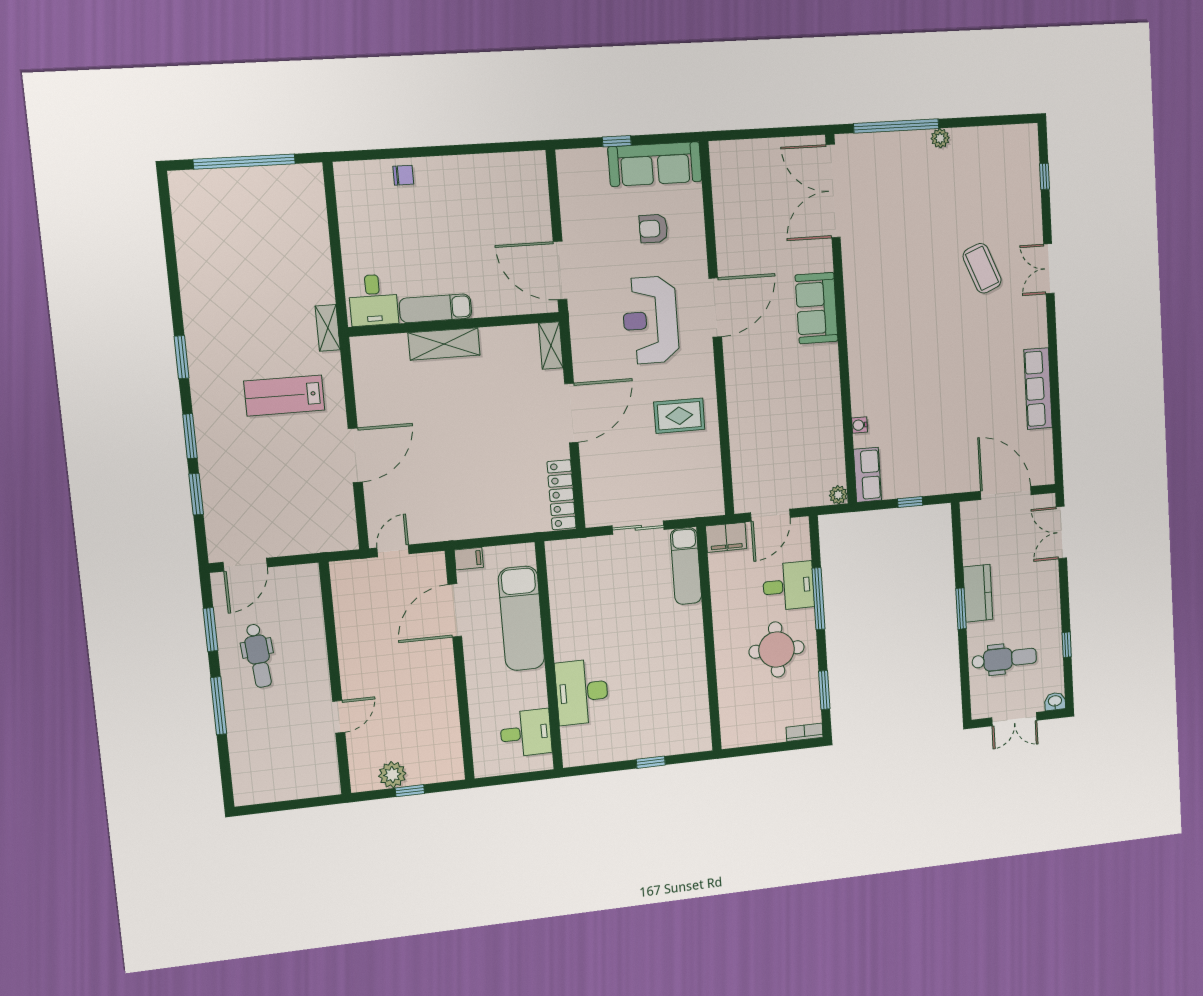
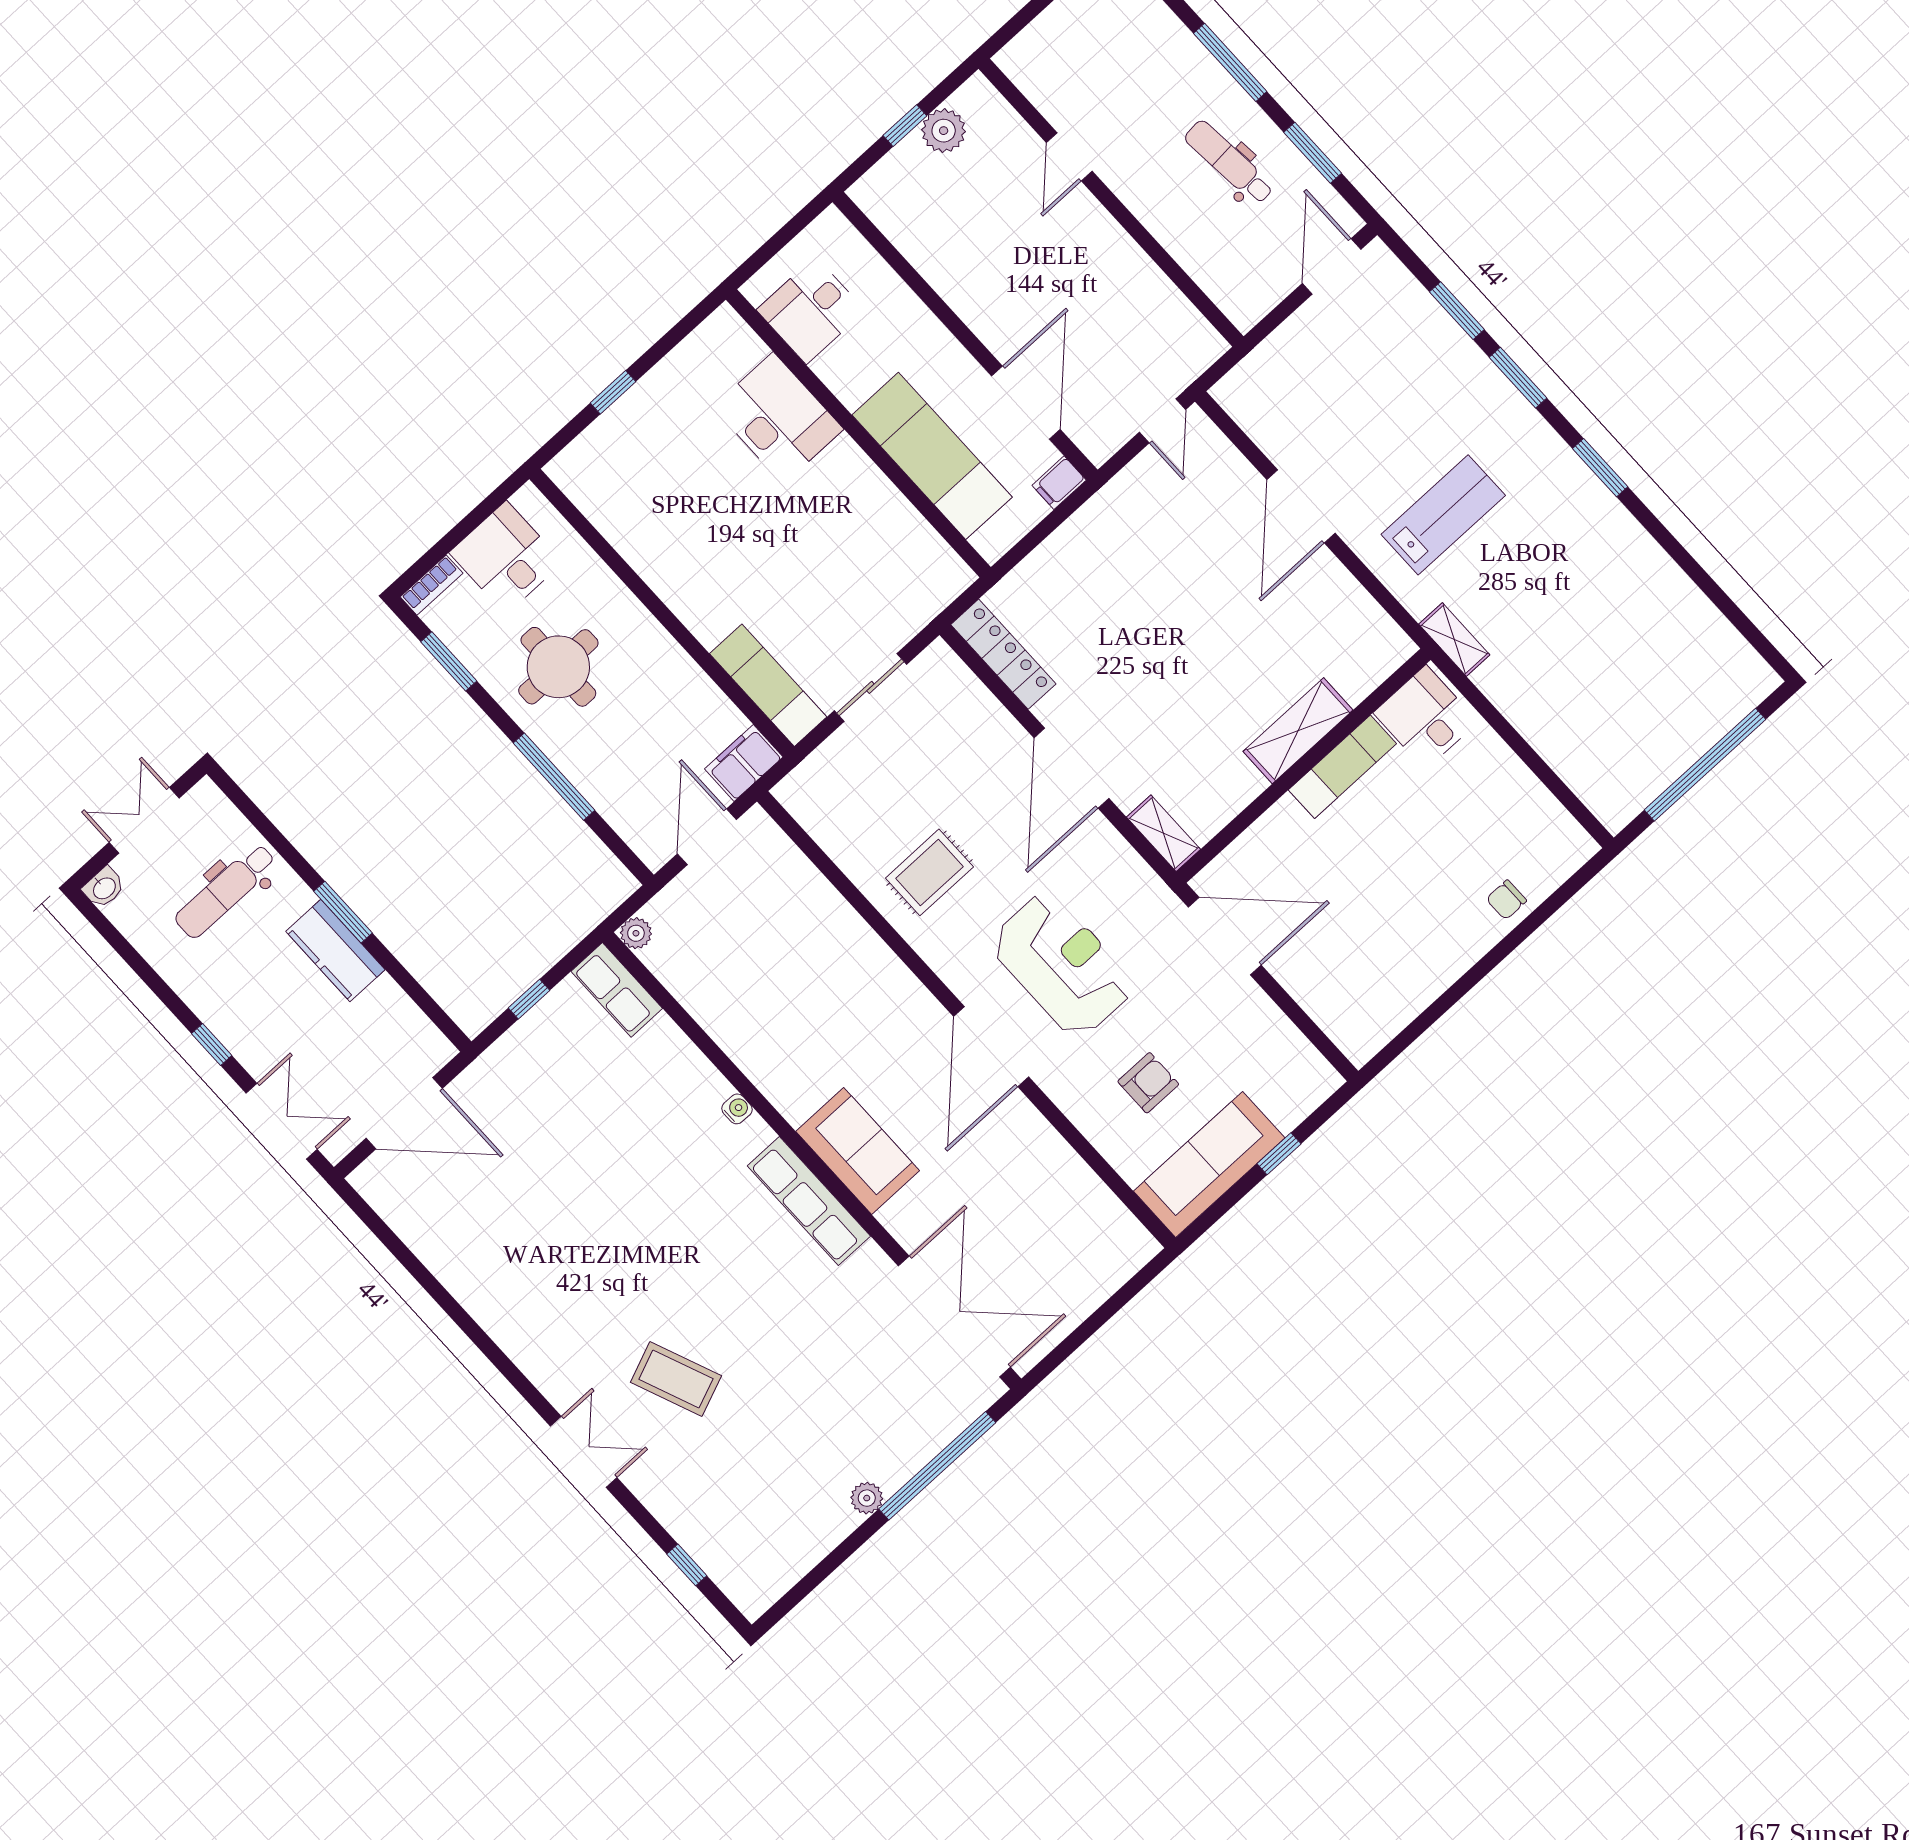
row of seats: (1038, 389) -> (809, 1201), moved, turned 180
water cooler: (860, 425) -> (737, 1109), moved
desk: (788, 586) -> (506, 558), moved, turned 90
window: (1067, 645) -> (212, 1045), moved

